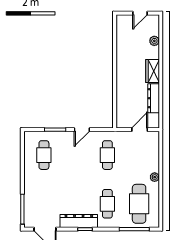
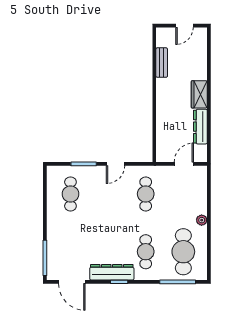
plant: (154, 41) -> (201, 59), removed
bench: (121, 44) -> (162, 63), added

